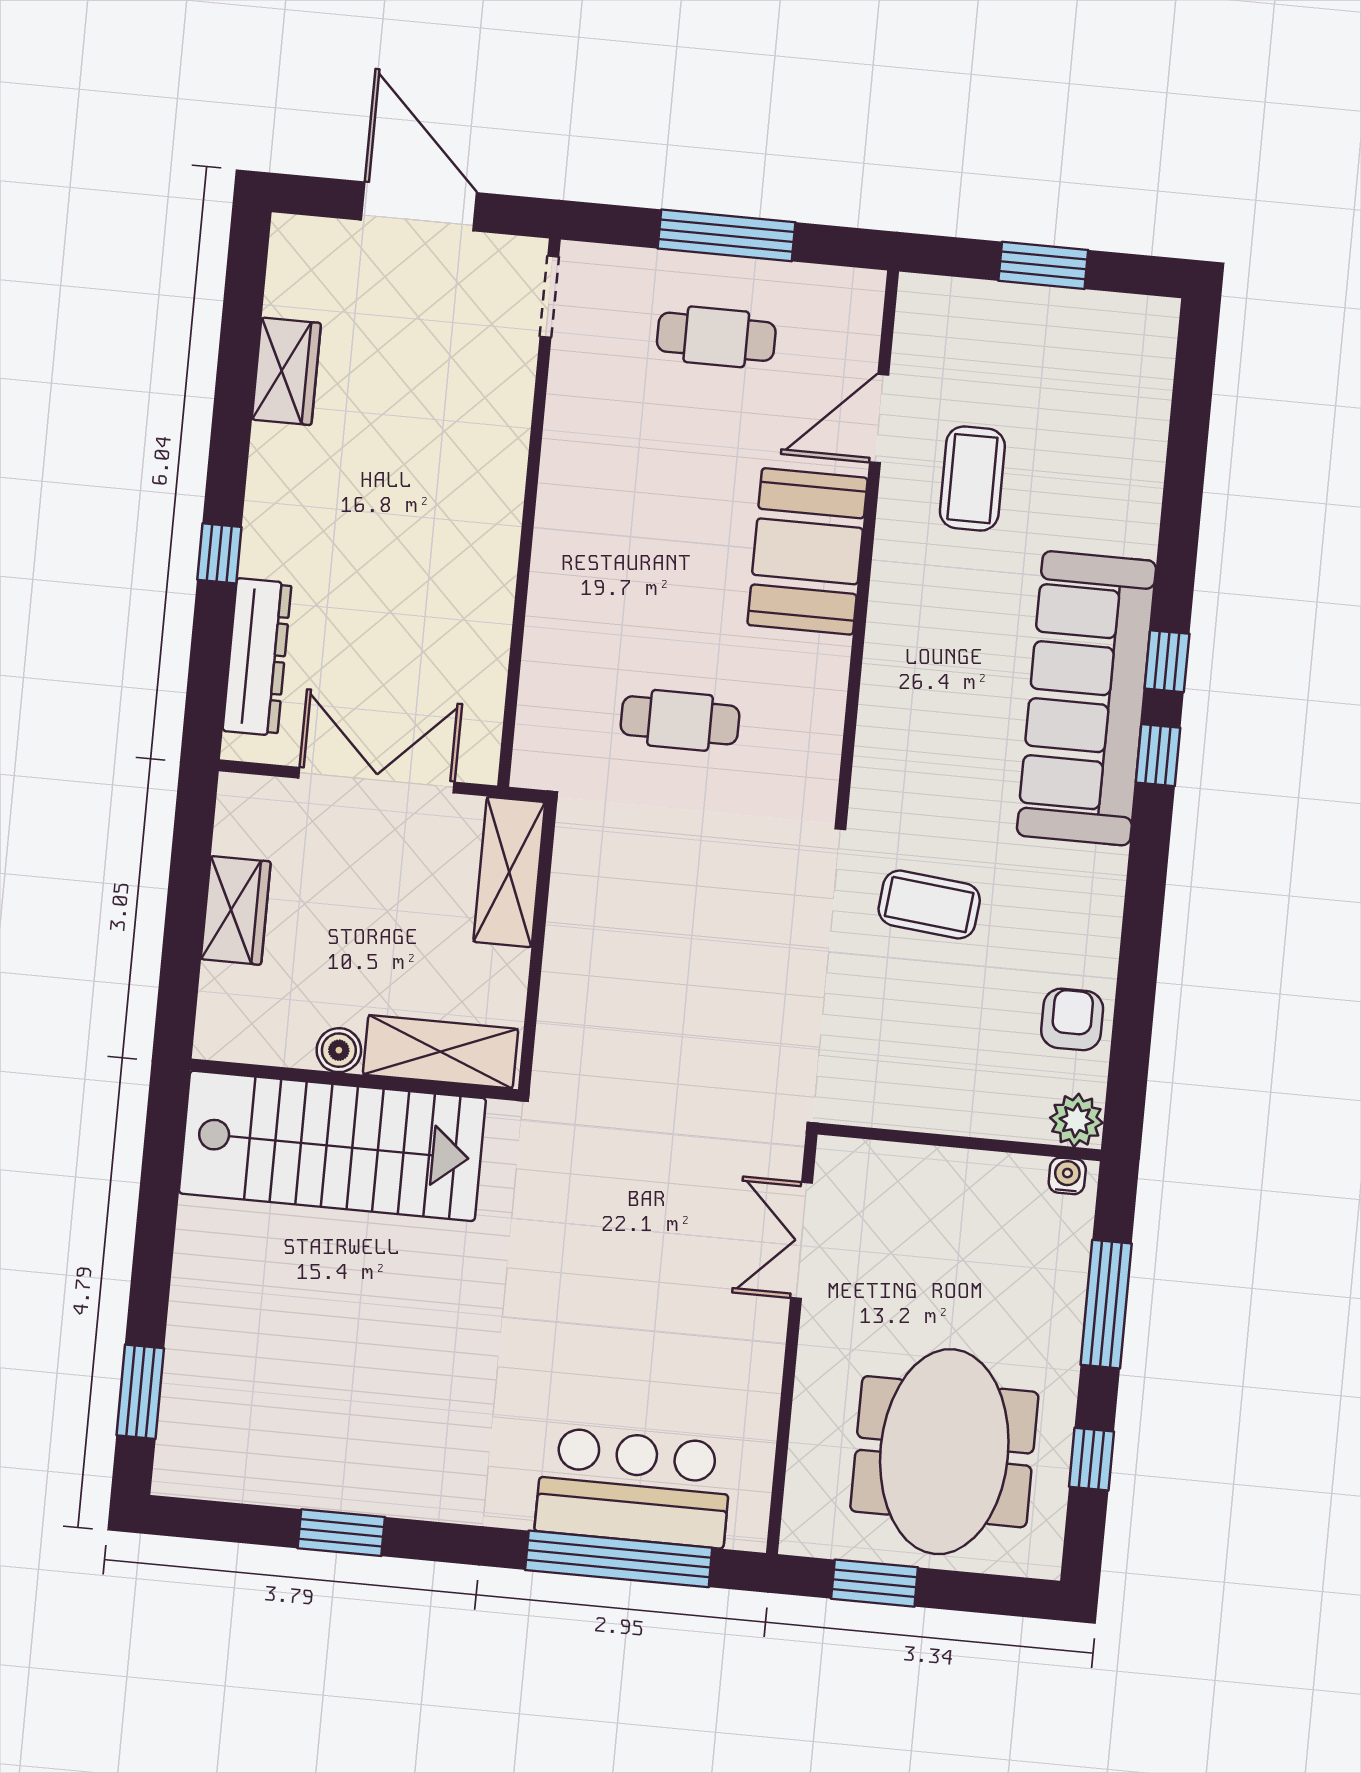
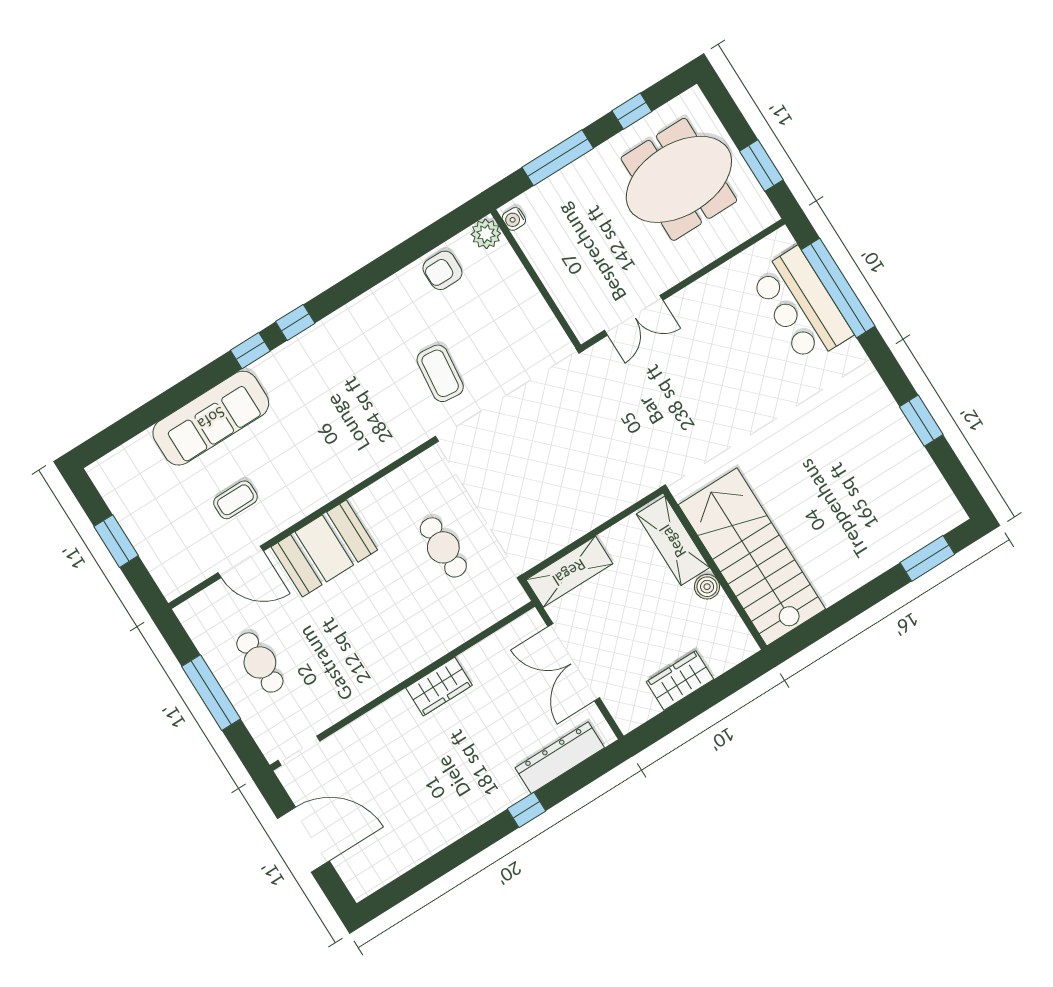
door: (419, 206) -> (303, 840), swing flipped
wardrobe: (286, 371) -> (439, 687), moved, turned 180
coffee table: (972, 479) -> (235, 500), width x0.73, depth x0.77
sofa: (1087, 698) -> (211, 418), moved, width x0.74, depth x0.79

